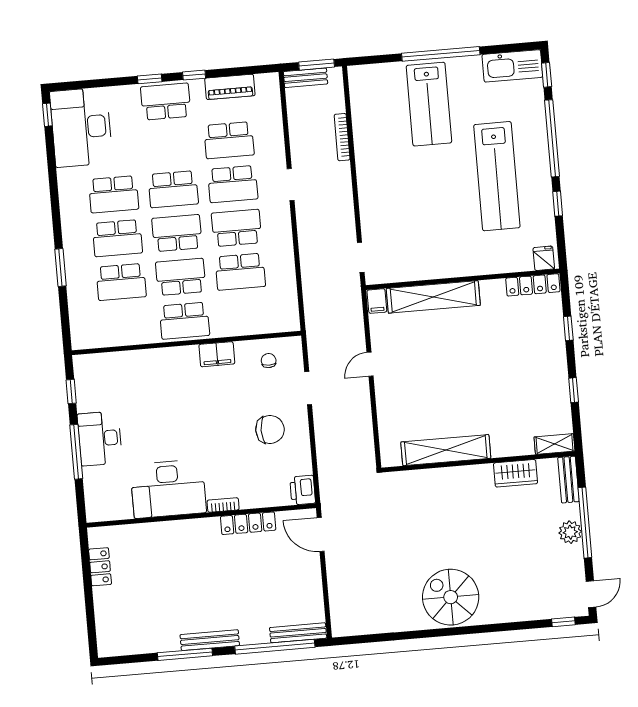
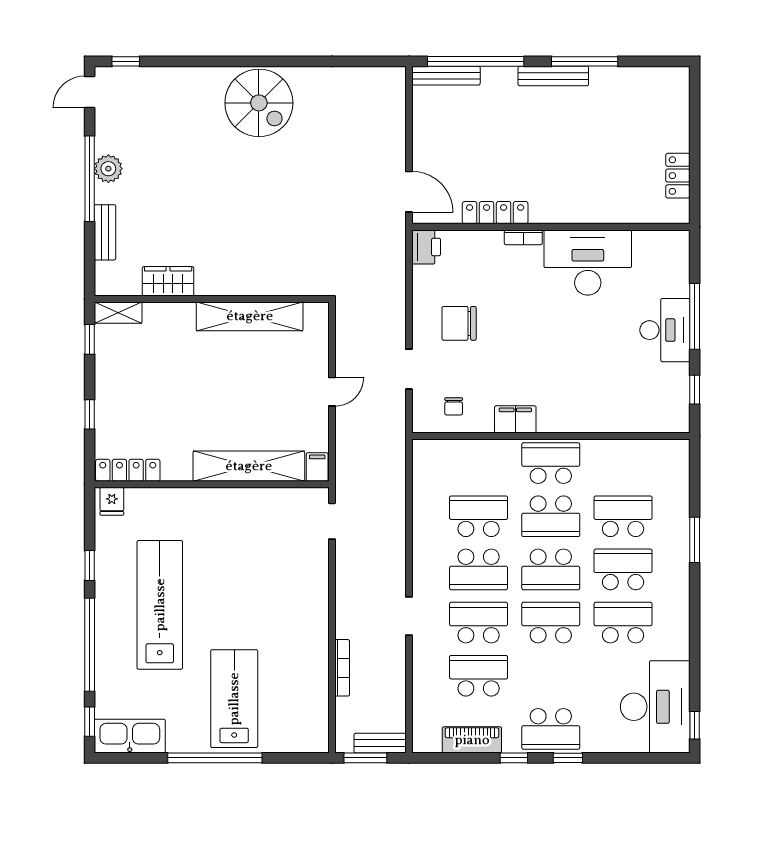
shelving: (554, 444) -> (118, 313), moved
shelving: (446, 450) -> (250, 316), moved
wall: (478, 462) -> (212, 299), moved
wardrobe: (516, 473) -> (168, 281), moved

